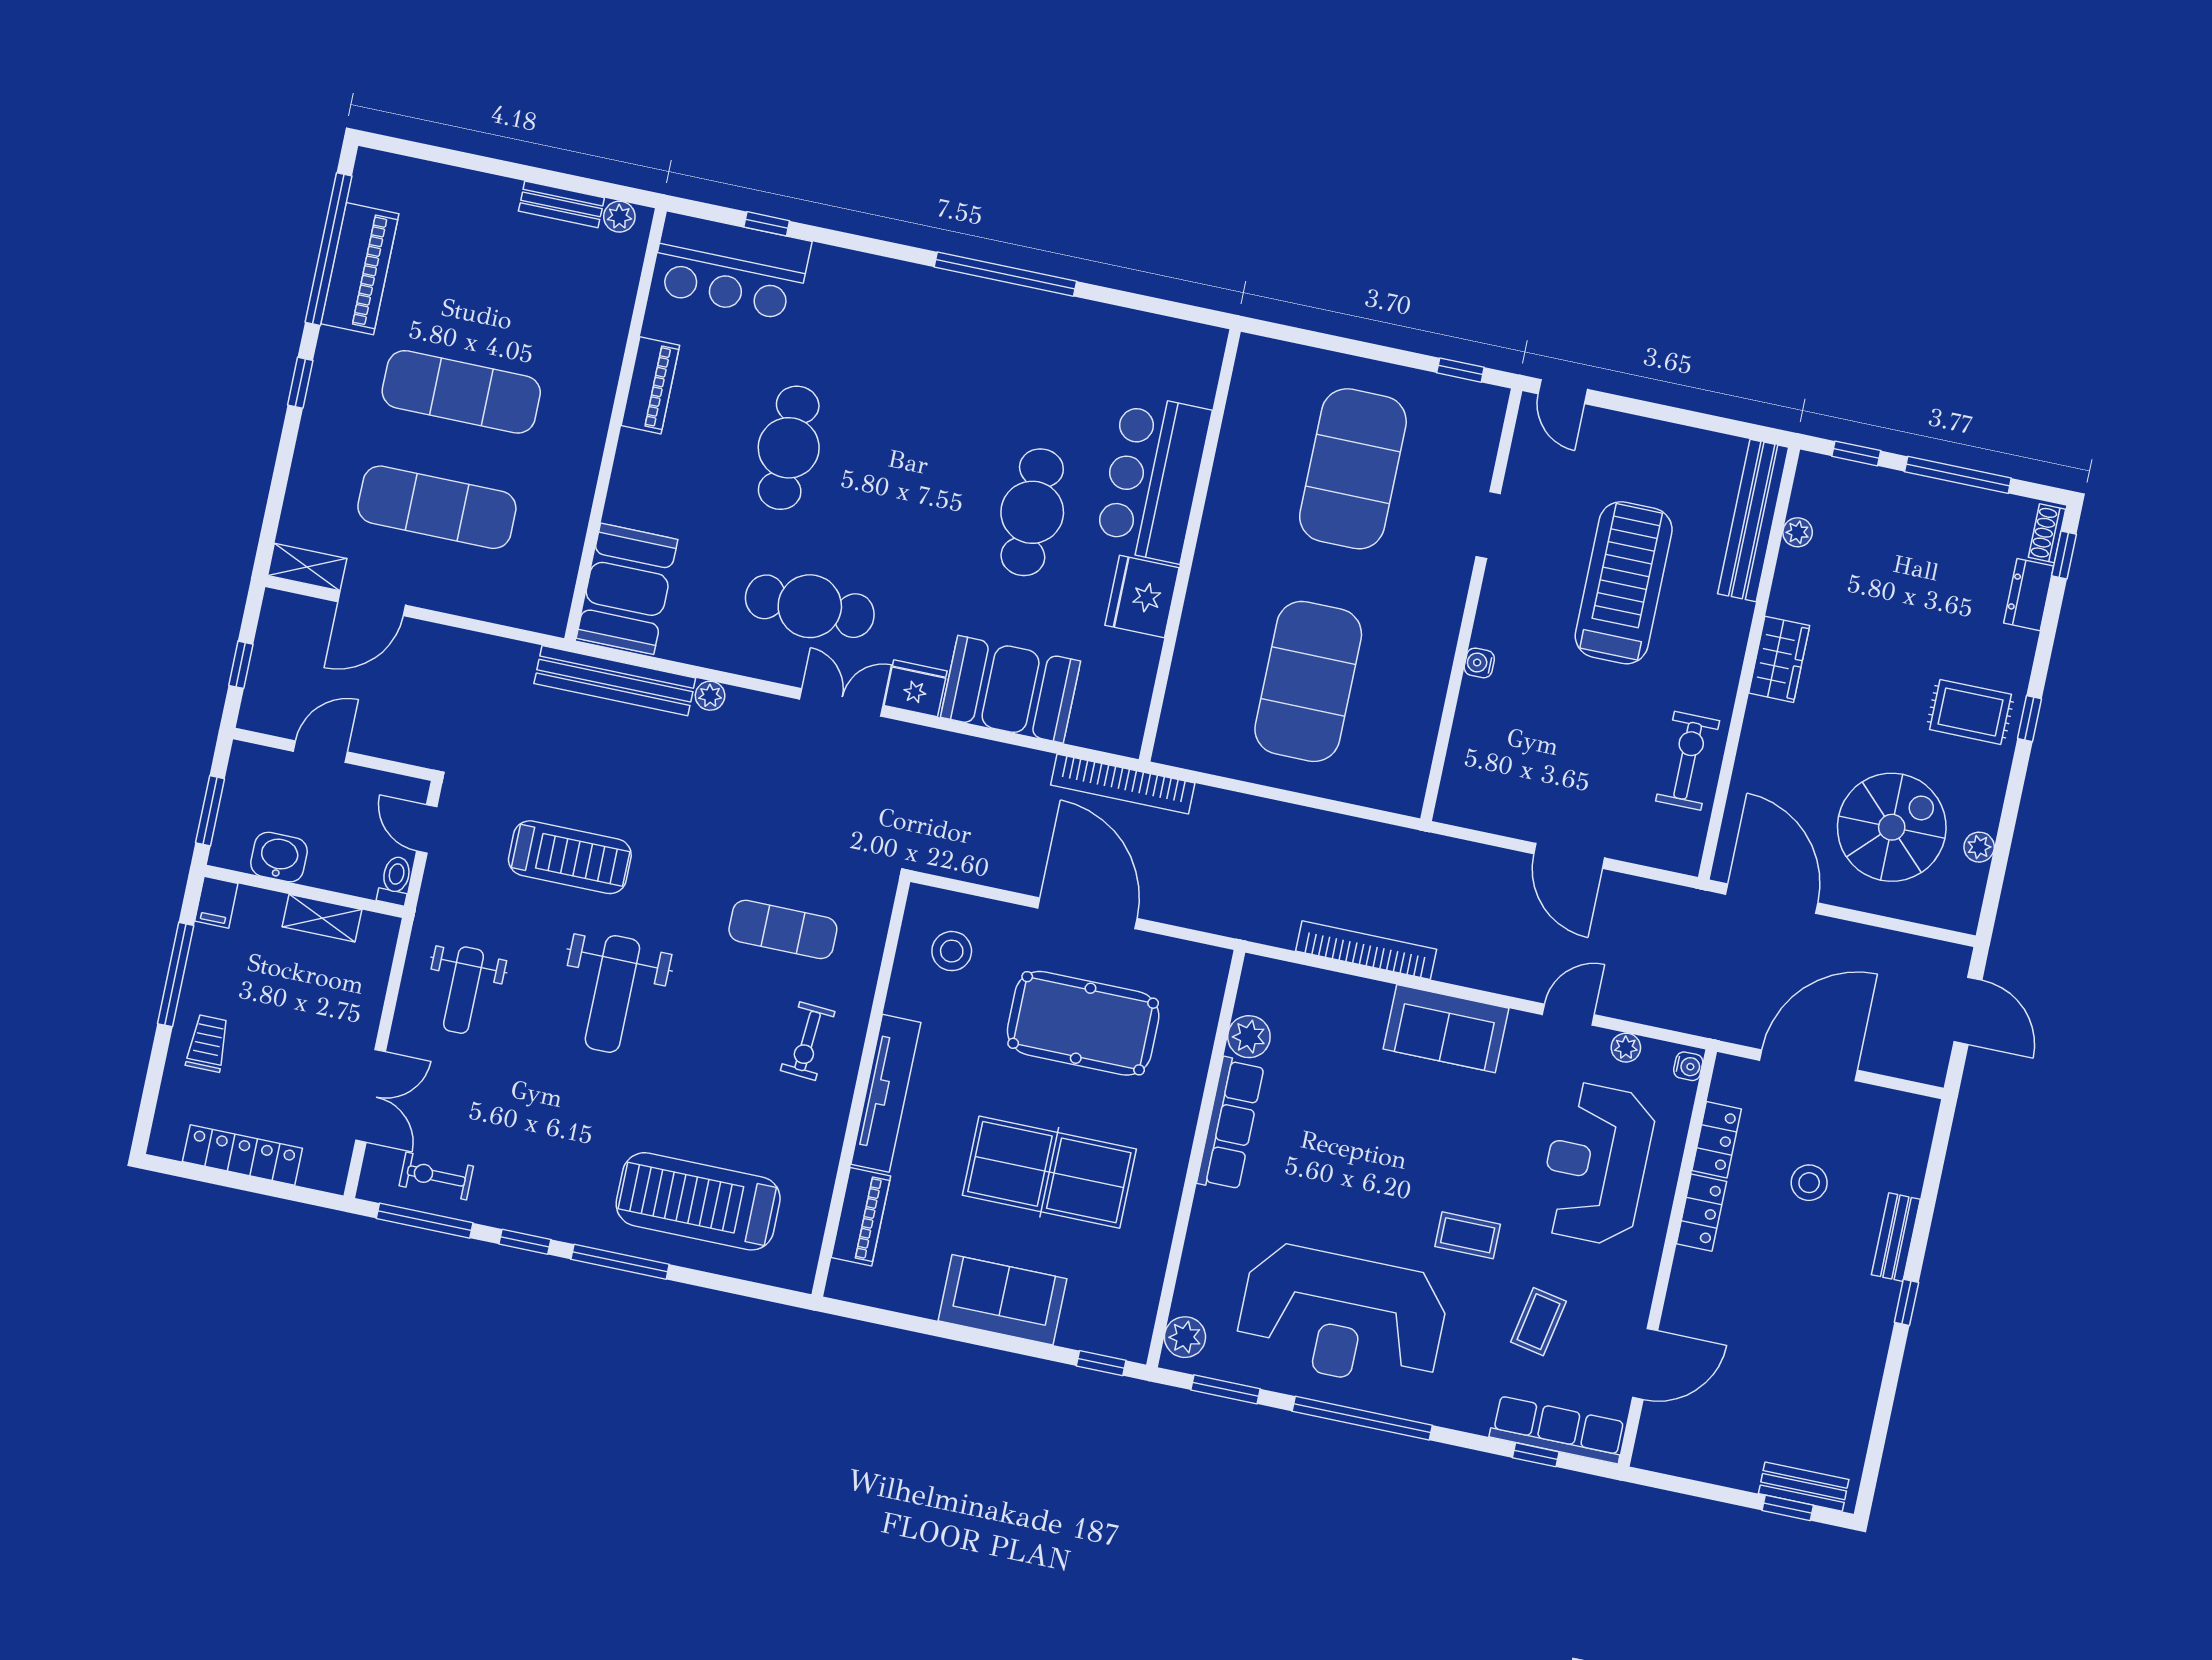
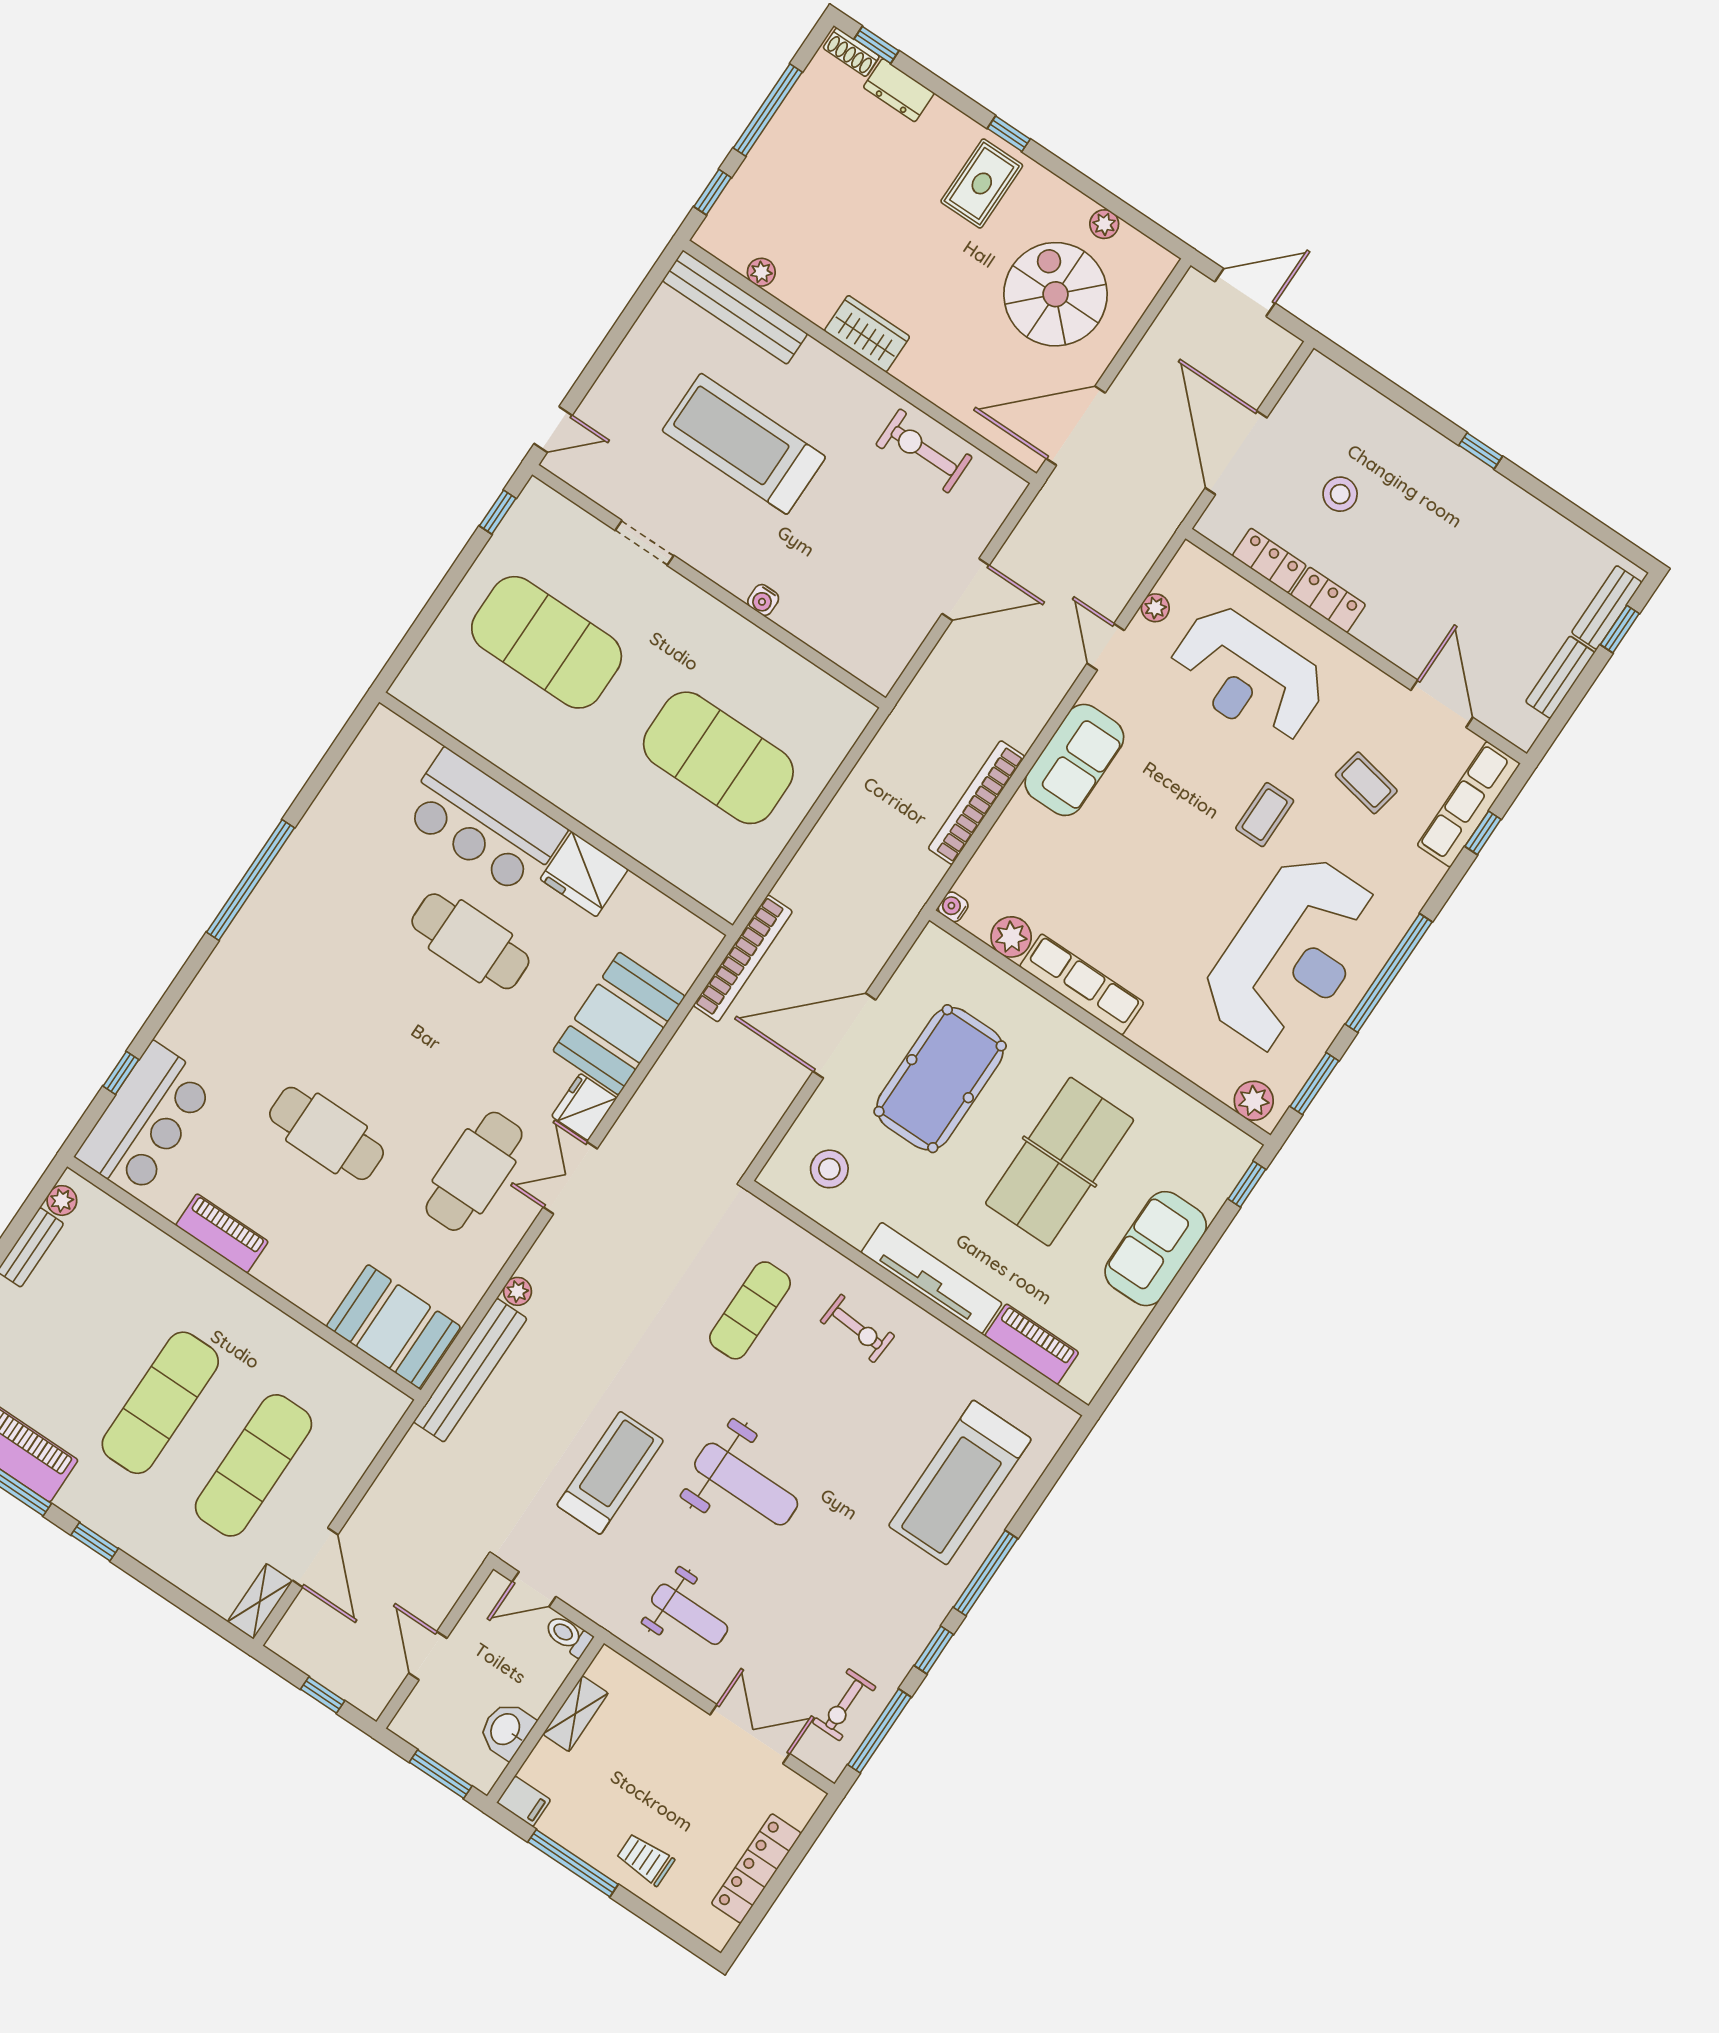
water cooler: (1688, 1066) -> (953, 907), moved, turned -90
bench: (1896, 1237) -> (1560, 677), moved, turned 90

